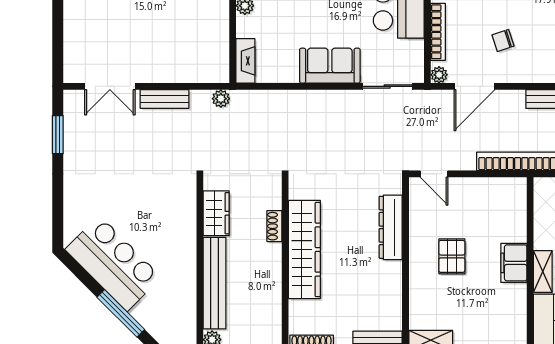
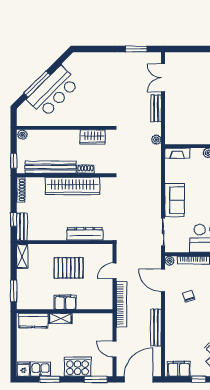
door: (434, 174) -> (114, 271), moved
pallet: (452, 256) -> (69, 268), width x1.50, depth x1.42
bar counter: (113, 263) -> (53, 92), moved
bench: (215, 283) -> (51, 167), moved

